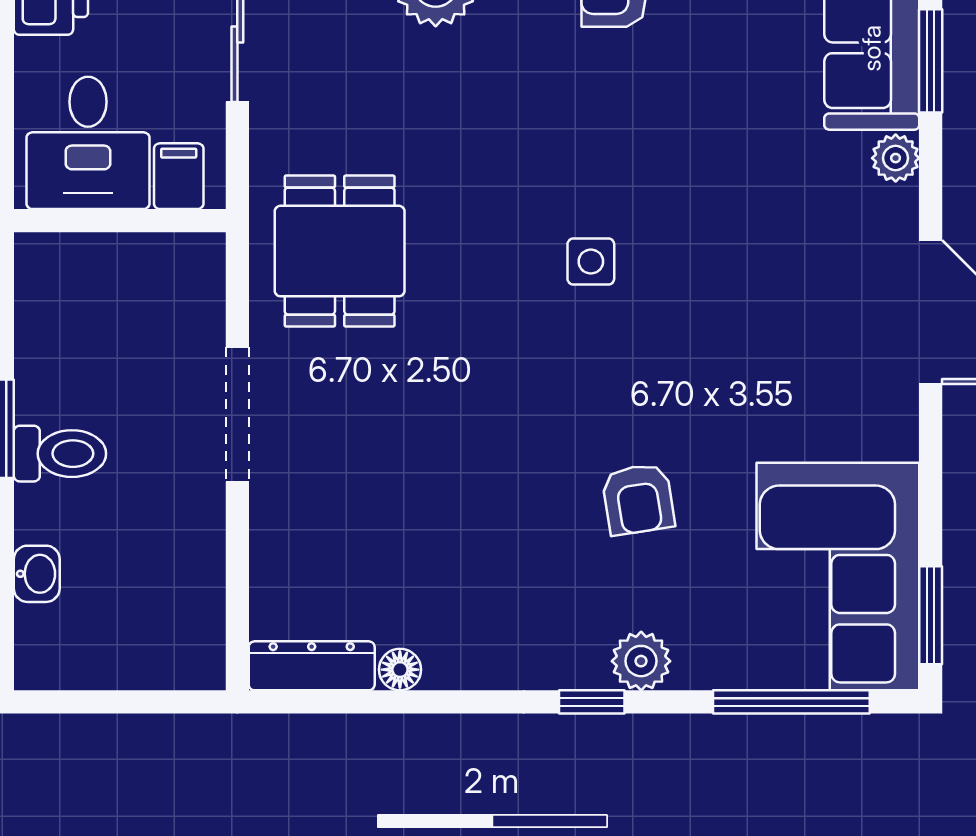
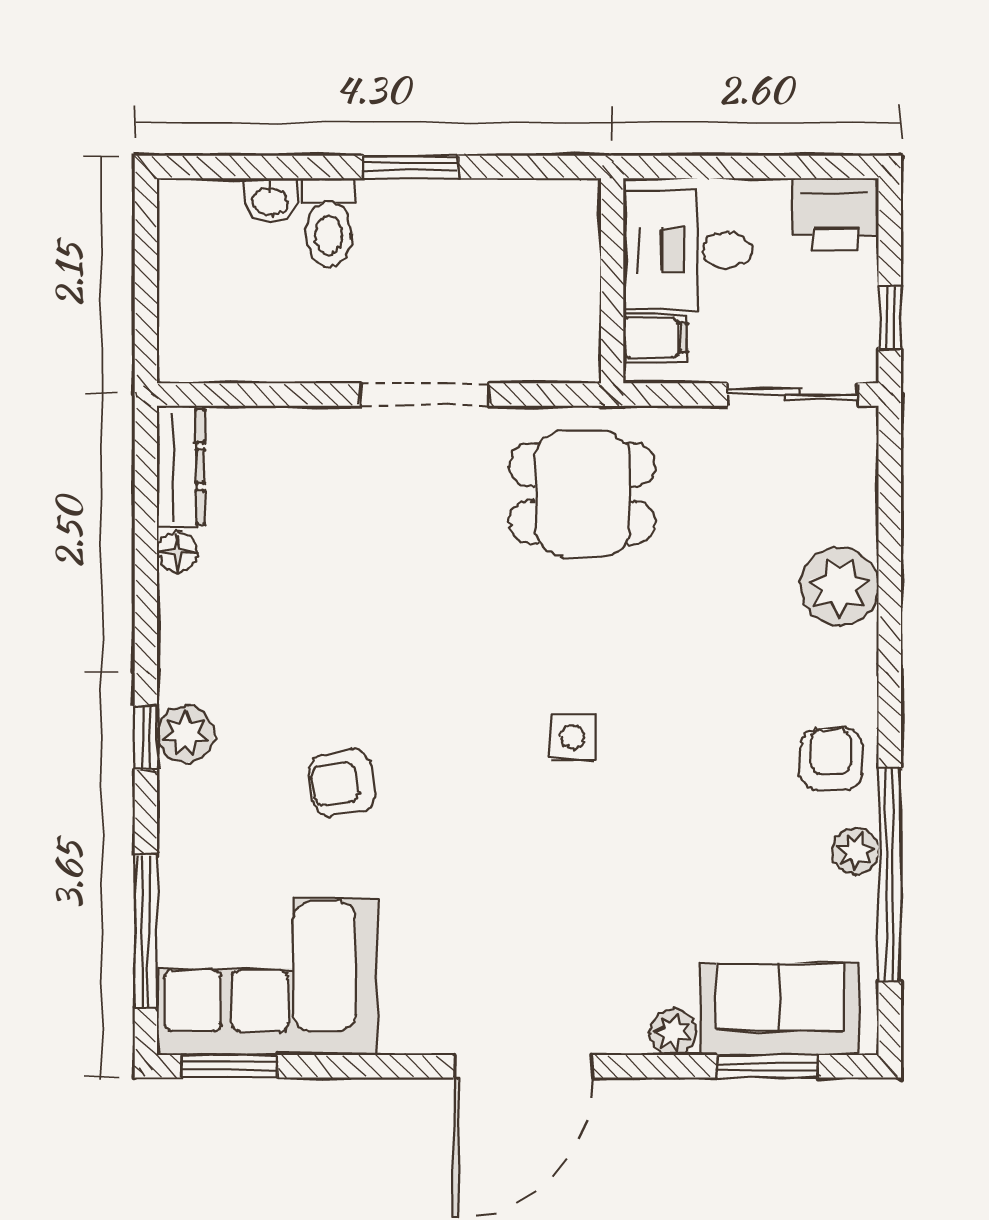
toilet: (60, 454) -> (329, 223), moved
plant: (641, 661) -> (185, 734), moved

